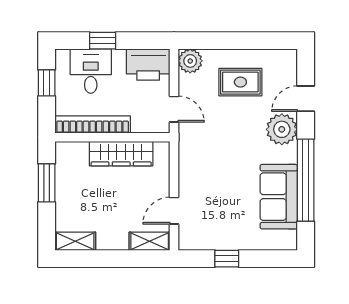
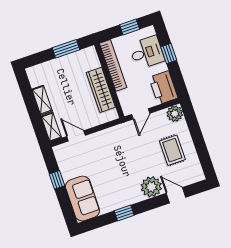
window: (306, 180) -> (124, 213), width x0.32
sofa: (279, 197) -> (82, 199), moved, turned 90
shelving: (75, 241) -> (42, 100), moved

